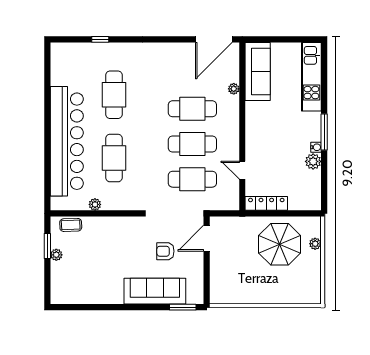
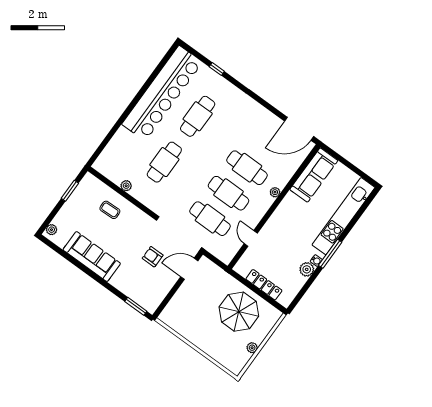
kitchen unit: (311, 77) -> (343, 216), width x1.36
plant: (234, 89) -> (275, 192), moved
bar counter: (67, 141) -> (162, 93), moved
locker: (266, 203) -> (264, 285), moved
coffee table: (71, 225) -> (110, 210), moved
plant: (315, 244) -> (252, 348), moved
plant: (56, 255) -> (52, 230), moved
sofa: (155, 291) -> (92, 257), moved

